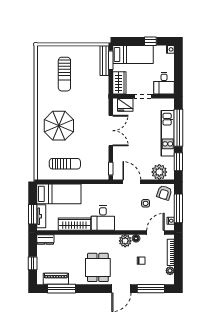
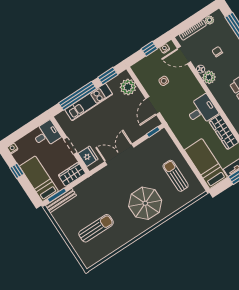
armchair: (164, 193) -> (144, 70), removed
window: (178, 208) -> (149, 49), width x0.46

